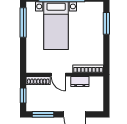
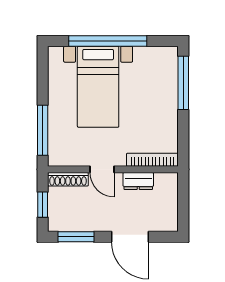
window: (23, 23) -> (43, 130), moved
window: (106, 23) -> (183, 83), width x1.44

